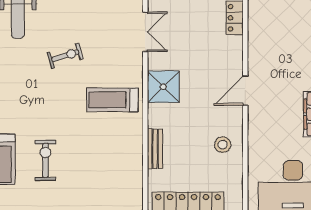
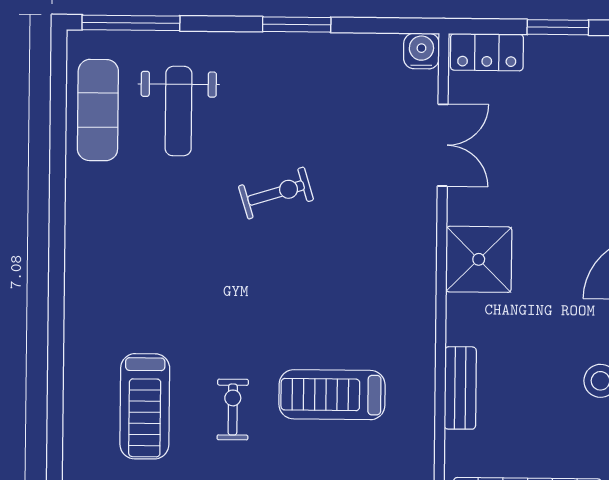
treadmill: (112, 100) -> (332, 395), moved
exercise bike: (45, 160) -> (233, 409), width x0.73, depth x0.72

